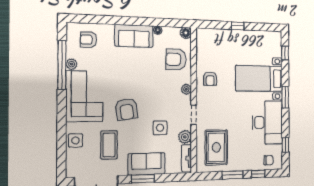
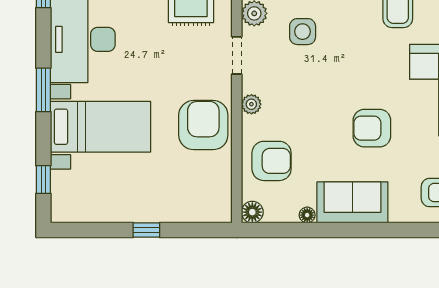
armchair: (210, 79) -> (203, 125), width x1.88, depth x1.88
armchair: (126, 109) -> (372, 128), moved, turned -82

